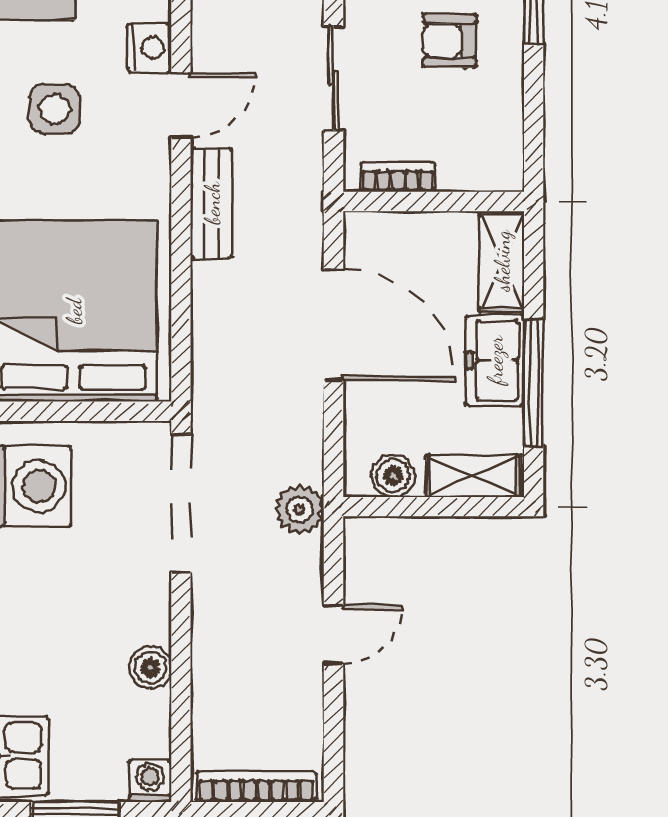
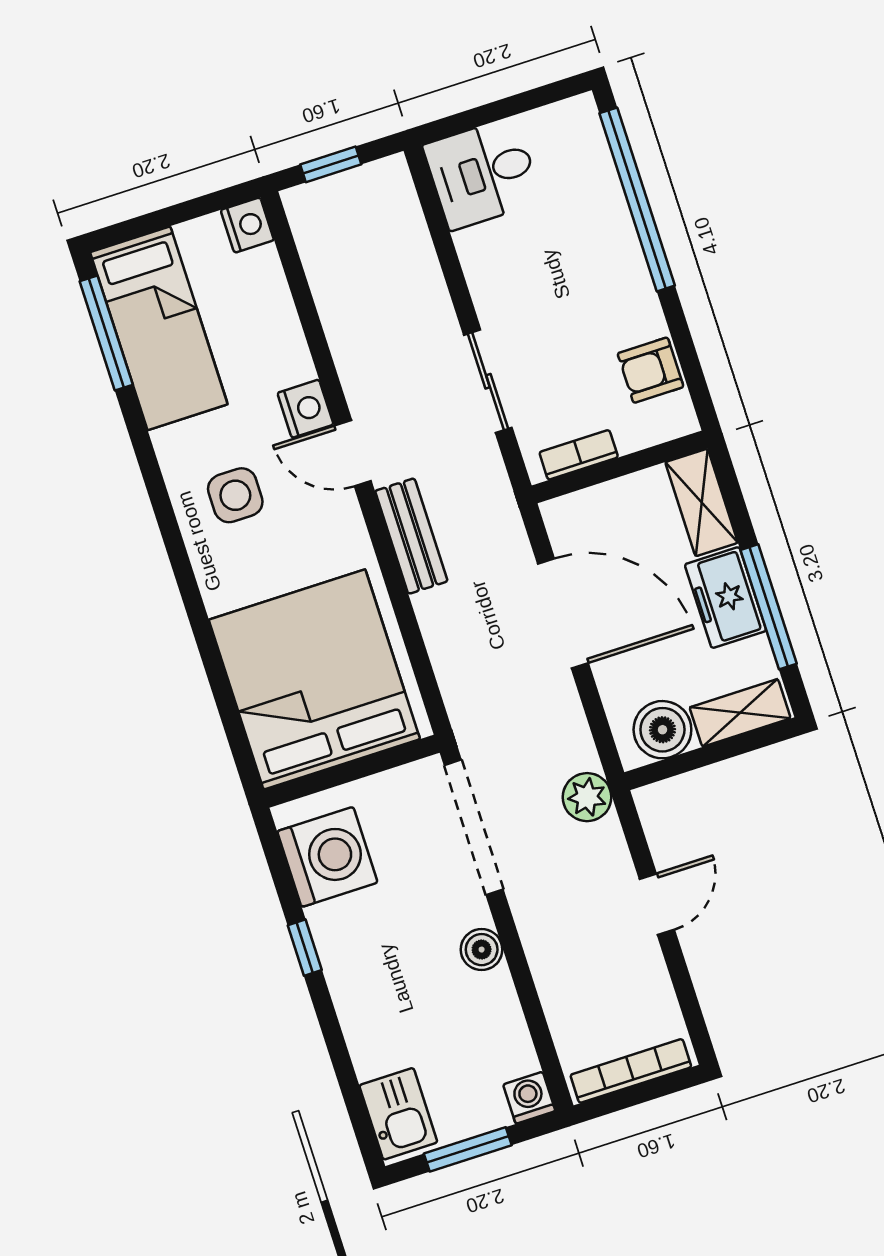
armchair: (450, 41) -> (651, 370), moved
door: (181, 105) -> (353, 453), swing flipped
boiler: (393, 476) -> (662, 730), width x1.36, depth x1.36
boiler: (151, 668) -> (482, 950), moved

